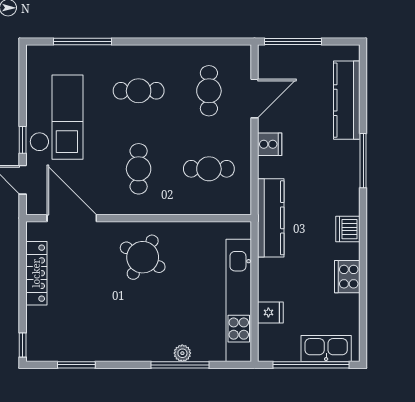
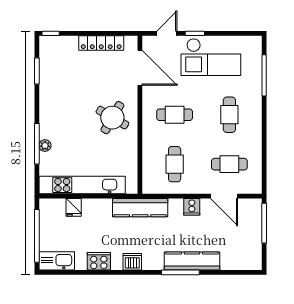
kitchen counter: (347, 100) -> (192, 261), moved
door: (72, 218) -> (140, 68), hinge flipped
kitchen sink: (326, 349) -> (57, 261), moved, turned -90

